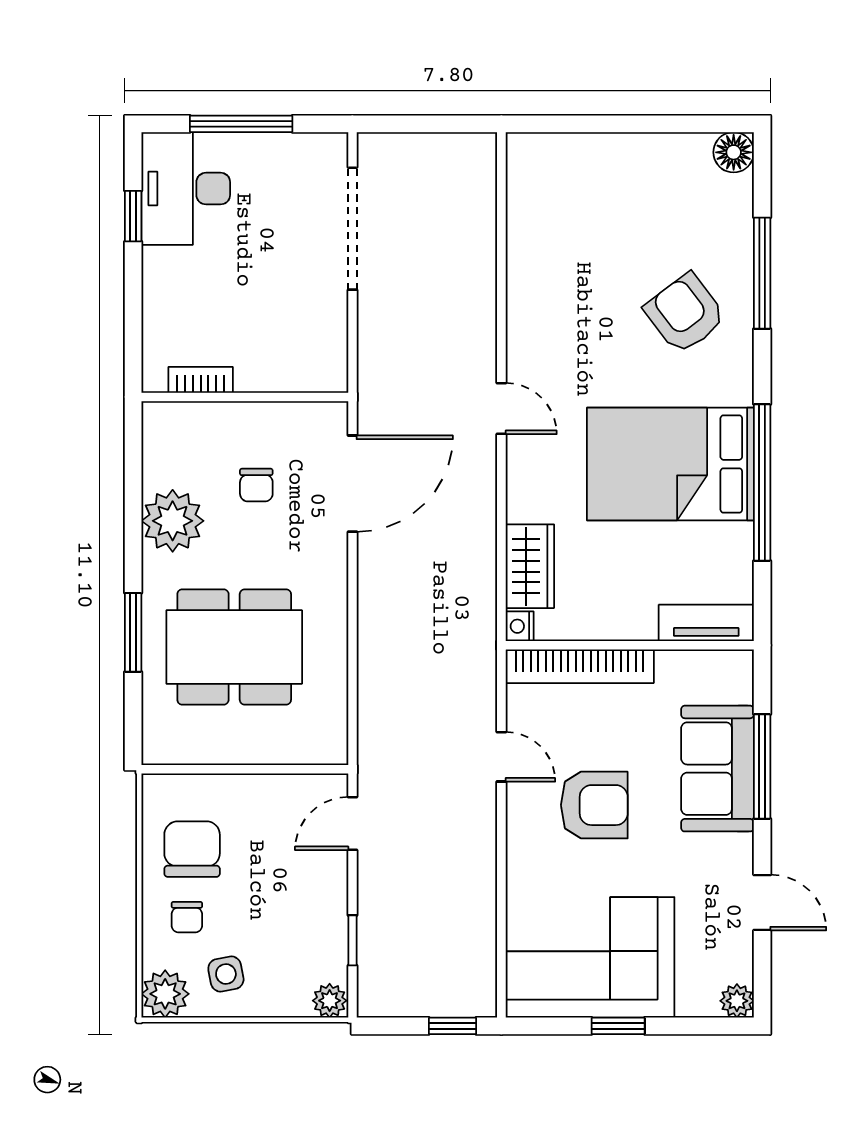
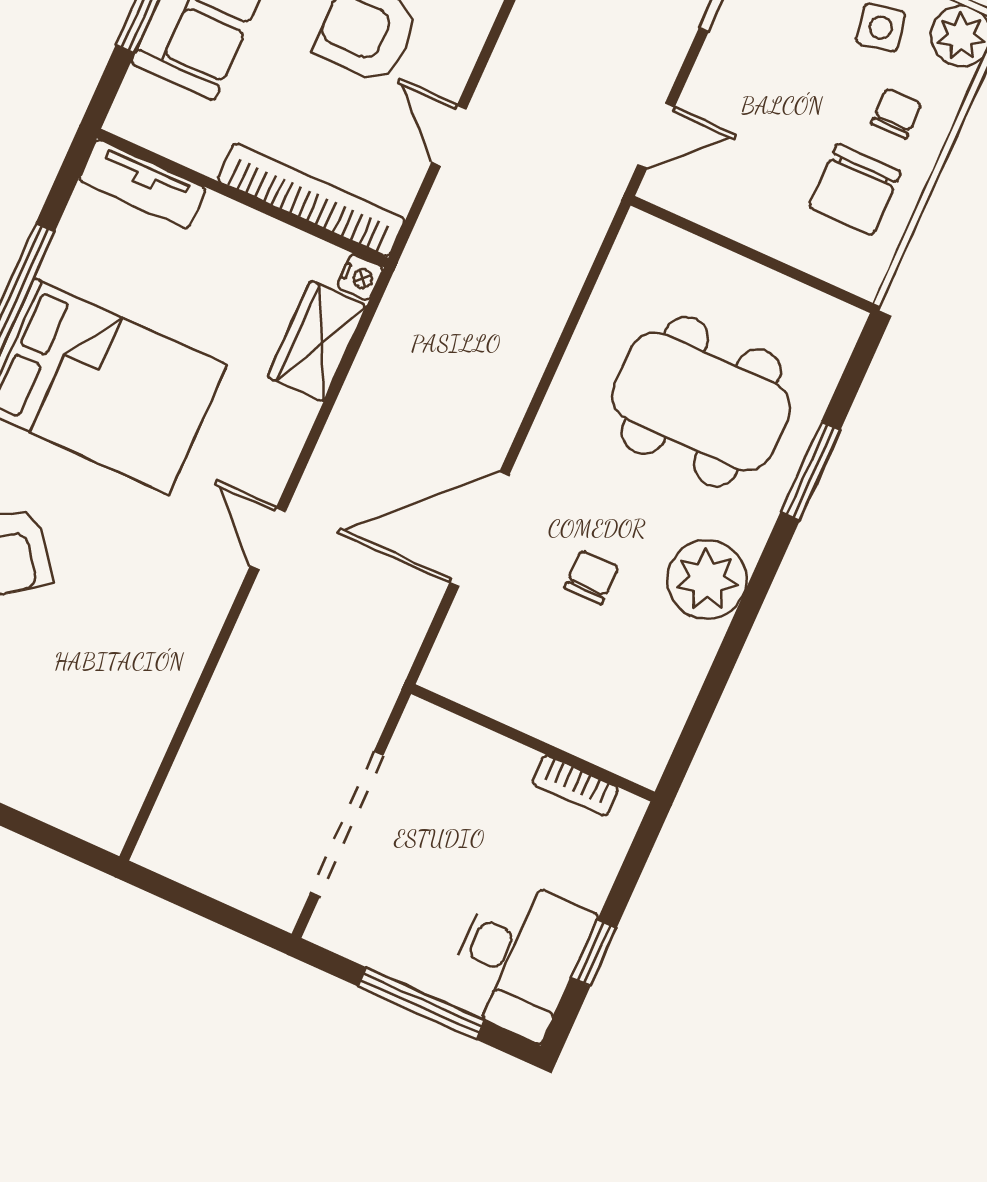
bookcase: (201, 380) -> (575, 786), moved
wall: (245, 397) -> (533, 743), moved

